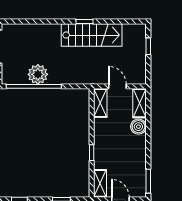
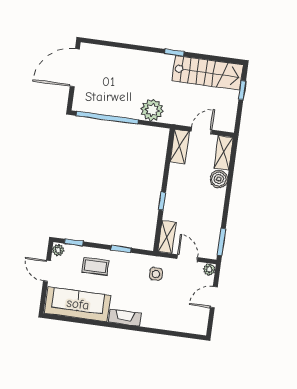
stairs: (92, 35) -> (208, 73), moved
plant: (38, 74) -> (152, 110), moved
door: (117, 86) -> (201, 131), hinge flipped

